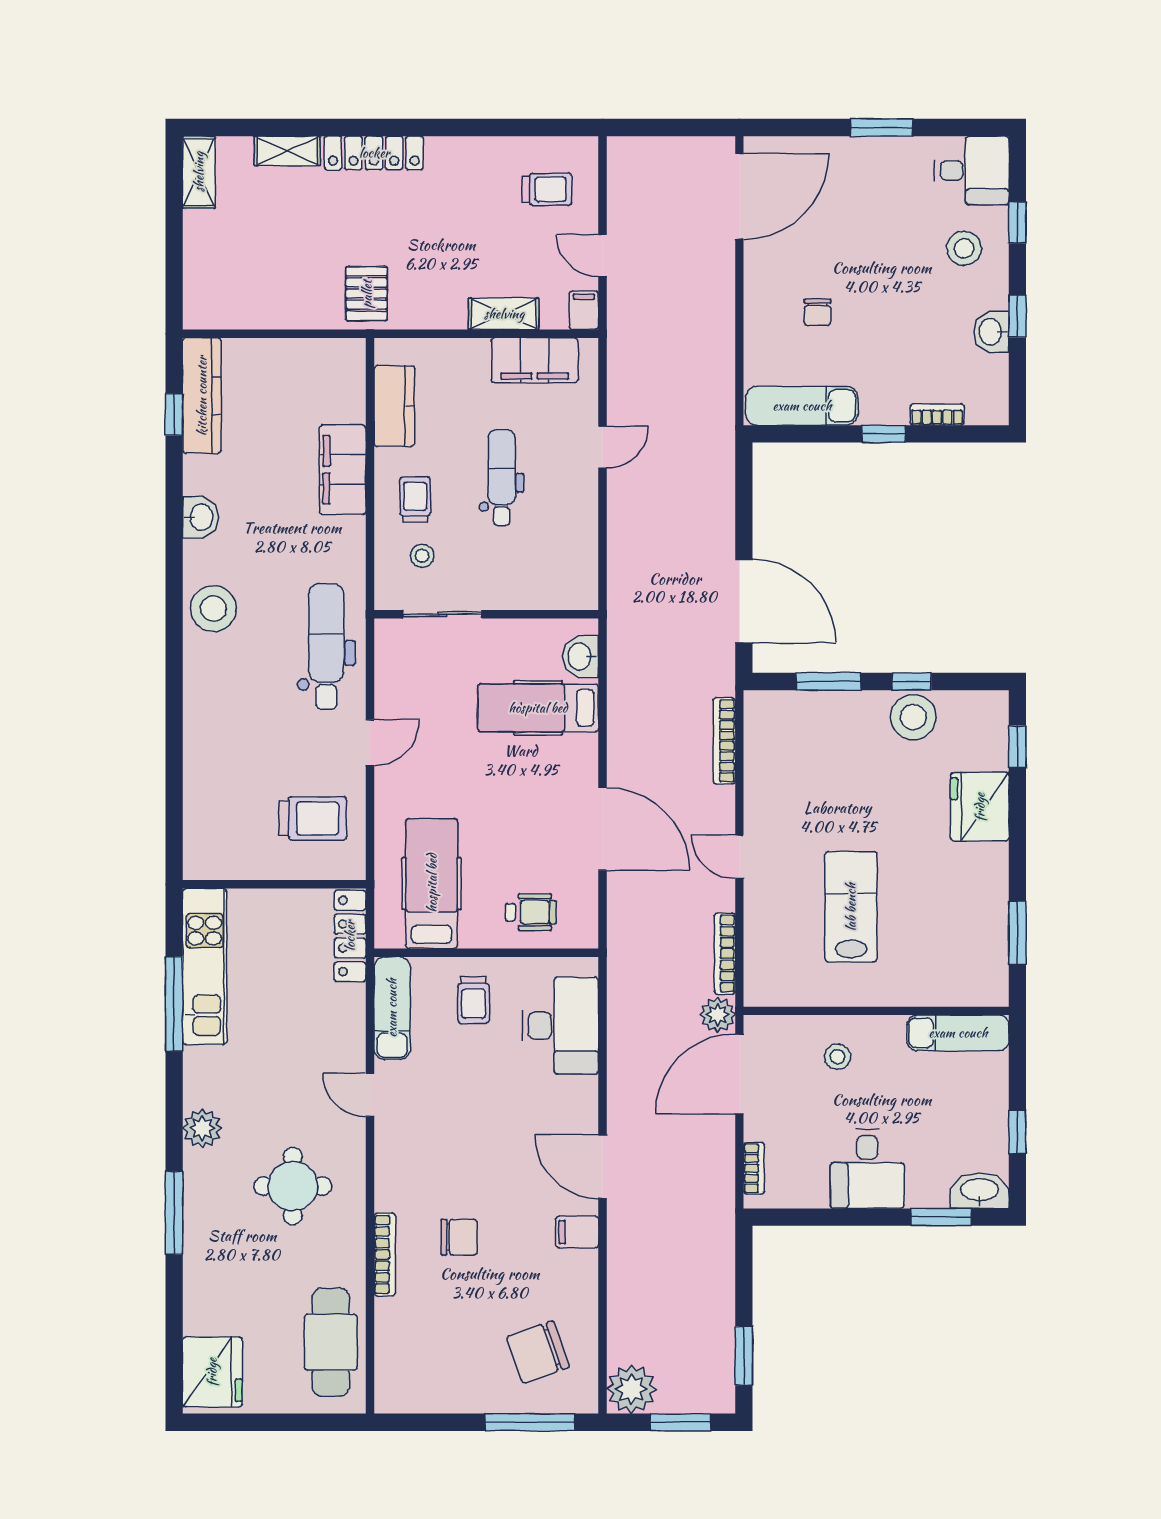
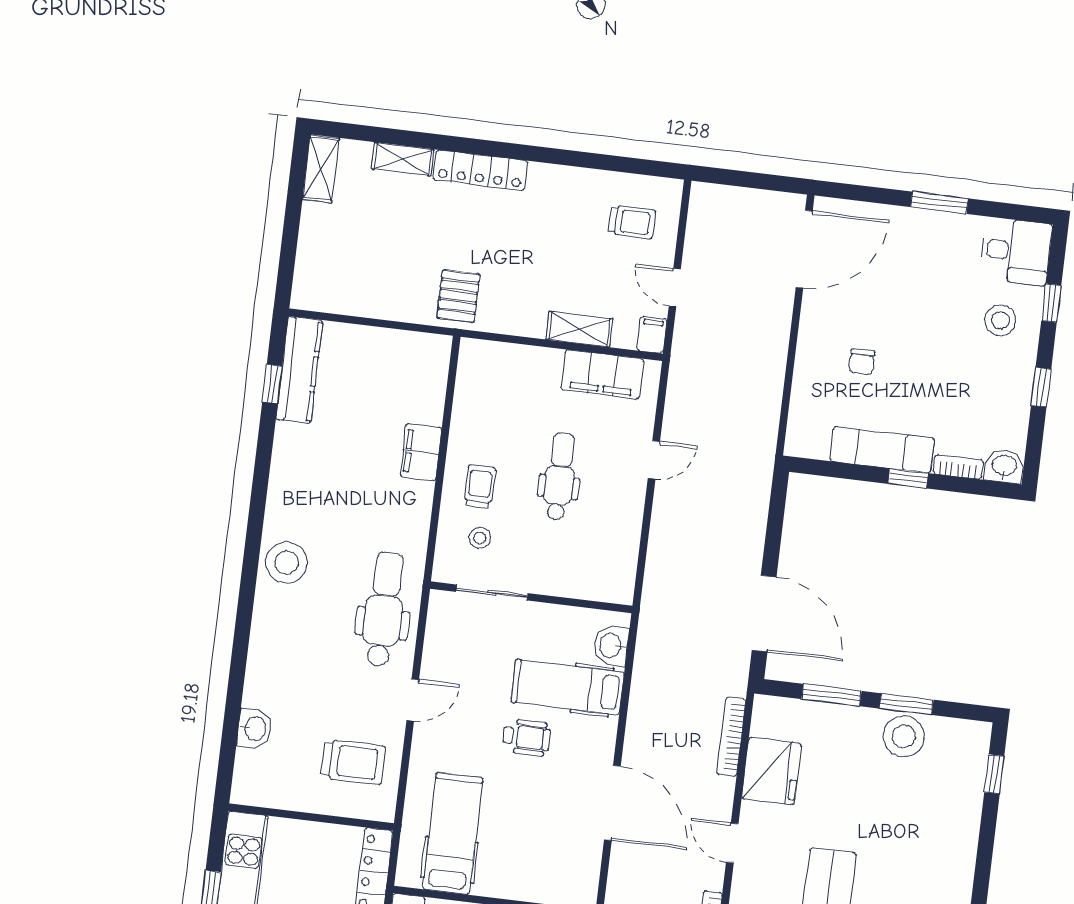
washbasin: (991, 332) -> (1004, 466), moved, turned 90
kitchen counter: (394, 406) -> (471, 400), removed
exam couch: (802, 406) -> (882, 450), moved
filing cabinet: (343, 470) -> (421, 452), width x0.67, depth x0.86
washbasin: (200, 517) -> (255, 728), moved
window: (912, 682) -> (906, 704), width x1.50
fridge: (980, 807) -> (771, 771), moved, turned 180
wheelchair: (531, 912) -> (526, 737), moved

